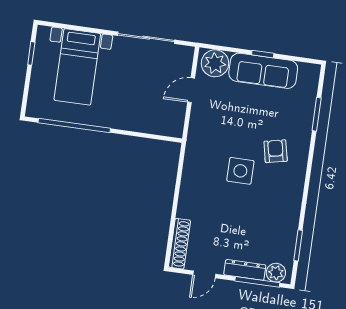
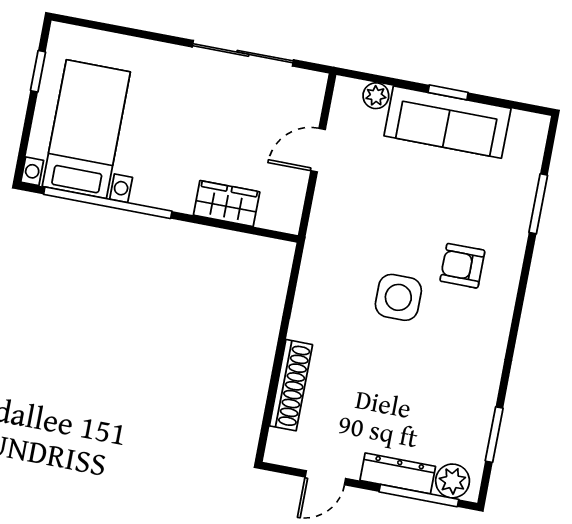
plant: (215, 63) -> (376, 96), width x0.53, depth x0.53
bed with nightstands: (77, 67) -> (86, 129), moved, turned 180
wardrobe: (141, 123) -> (227, 203), added
armchair: (276, 151) -> (462, 266), turned -78
shoe rack: (179, 244) -> (291, 385), moved

